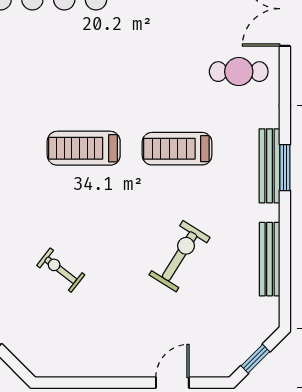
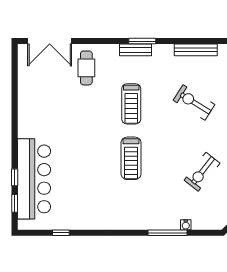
bench: (269, 166) -> (136, 50), width x0.73
exercise bike: (61, 270) -> (202, 172), width x1.38, depth x1.39

